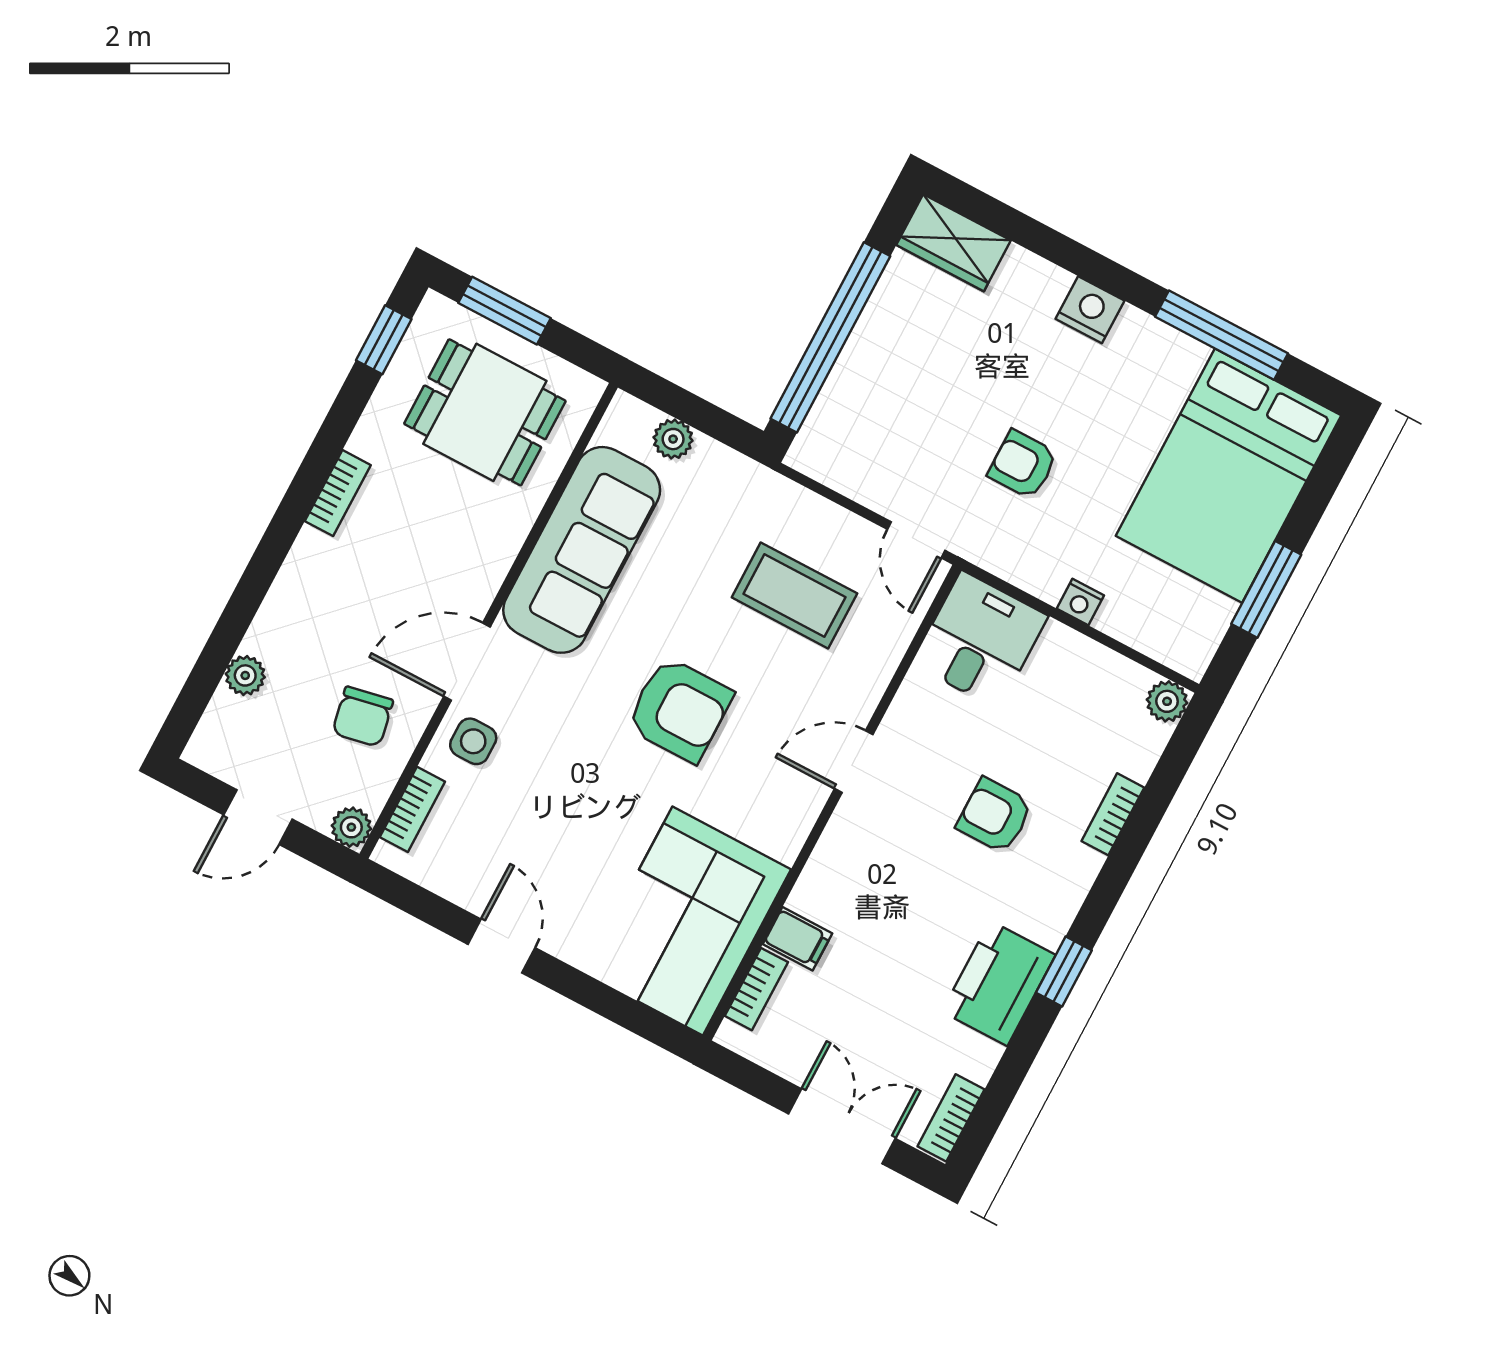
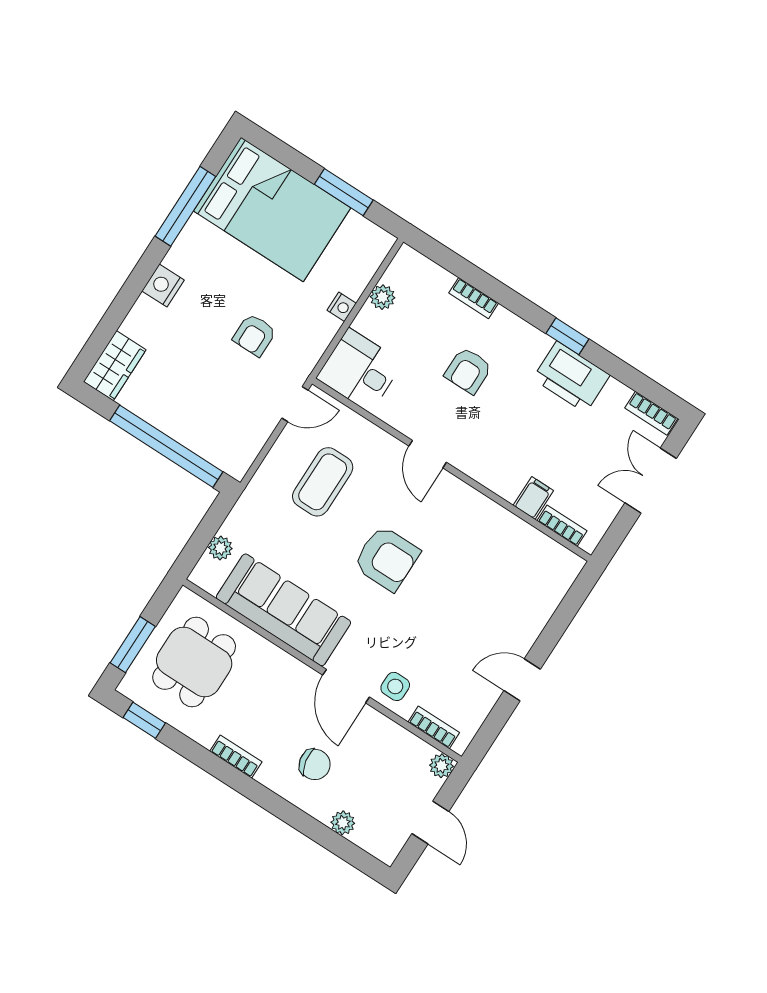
plant: (1167, 701) -> (382, 297), moved
armchair: (679, 710) -> (387, 558), turned 90
chair: (363, 717) -> (315, 764), moved
corner sofa: (688, 921) -> (517, 564), removed

